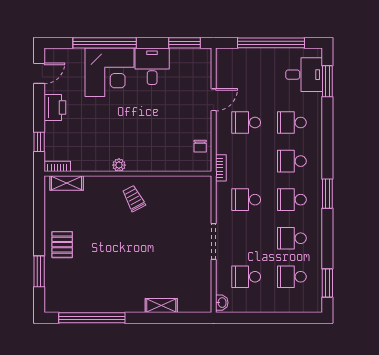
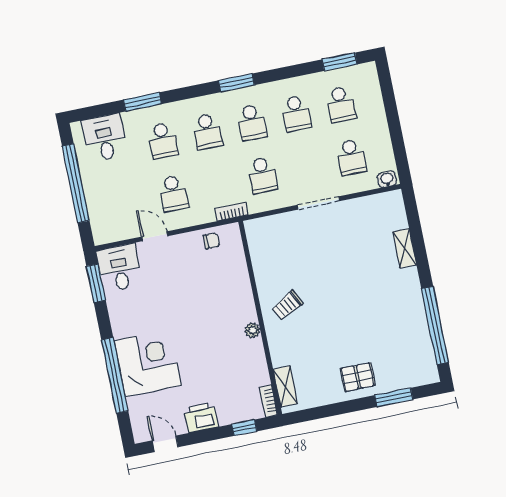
desk: (152, 66) -> (119, 268), moved, turned 90
window: (327, 81) -> (142, 102), moved

